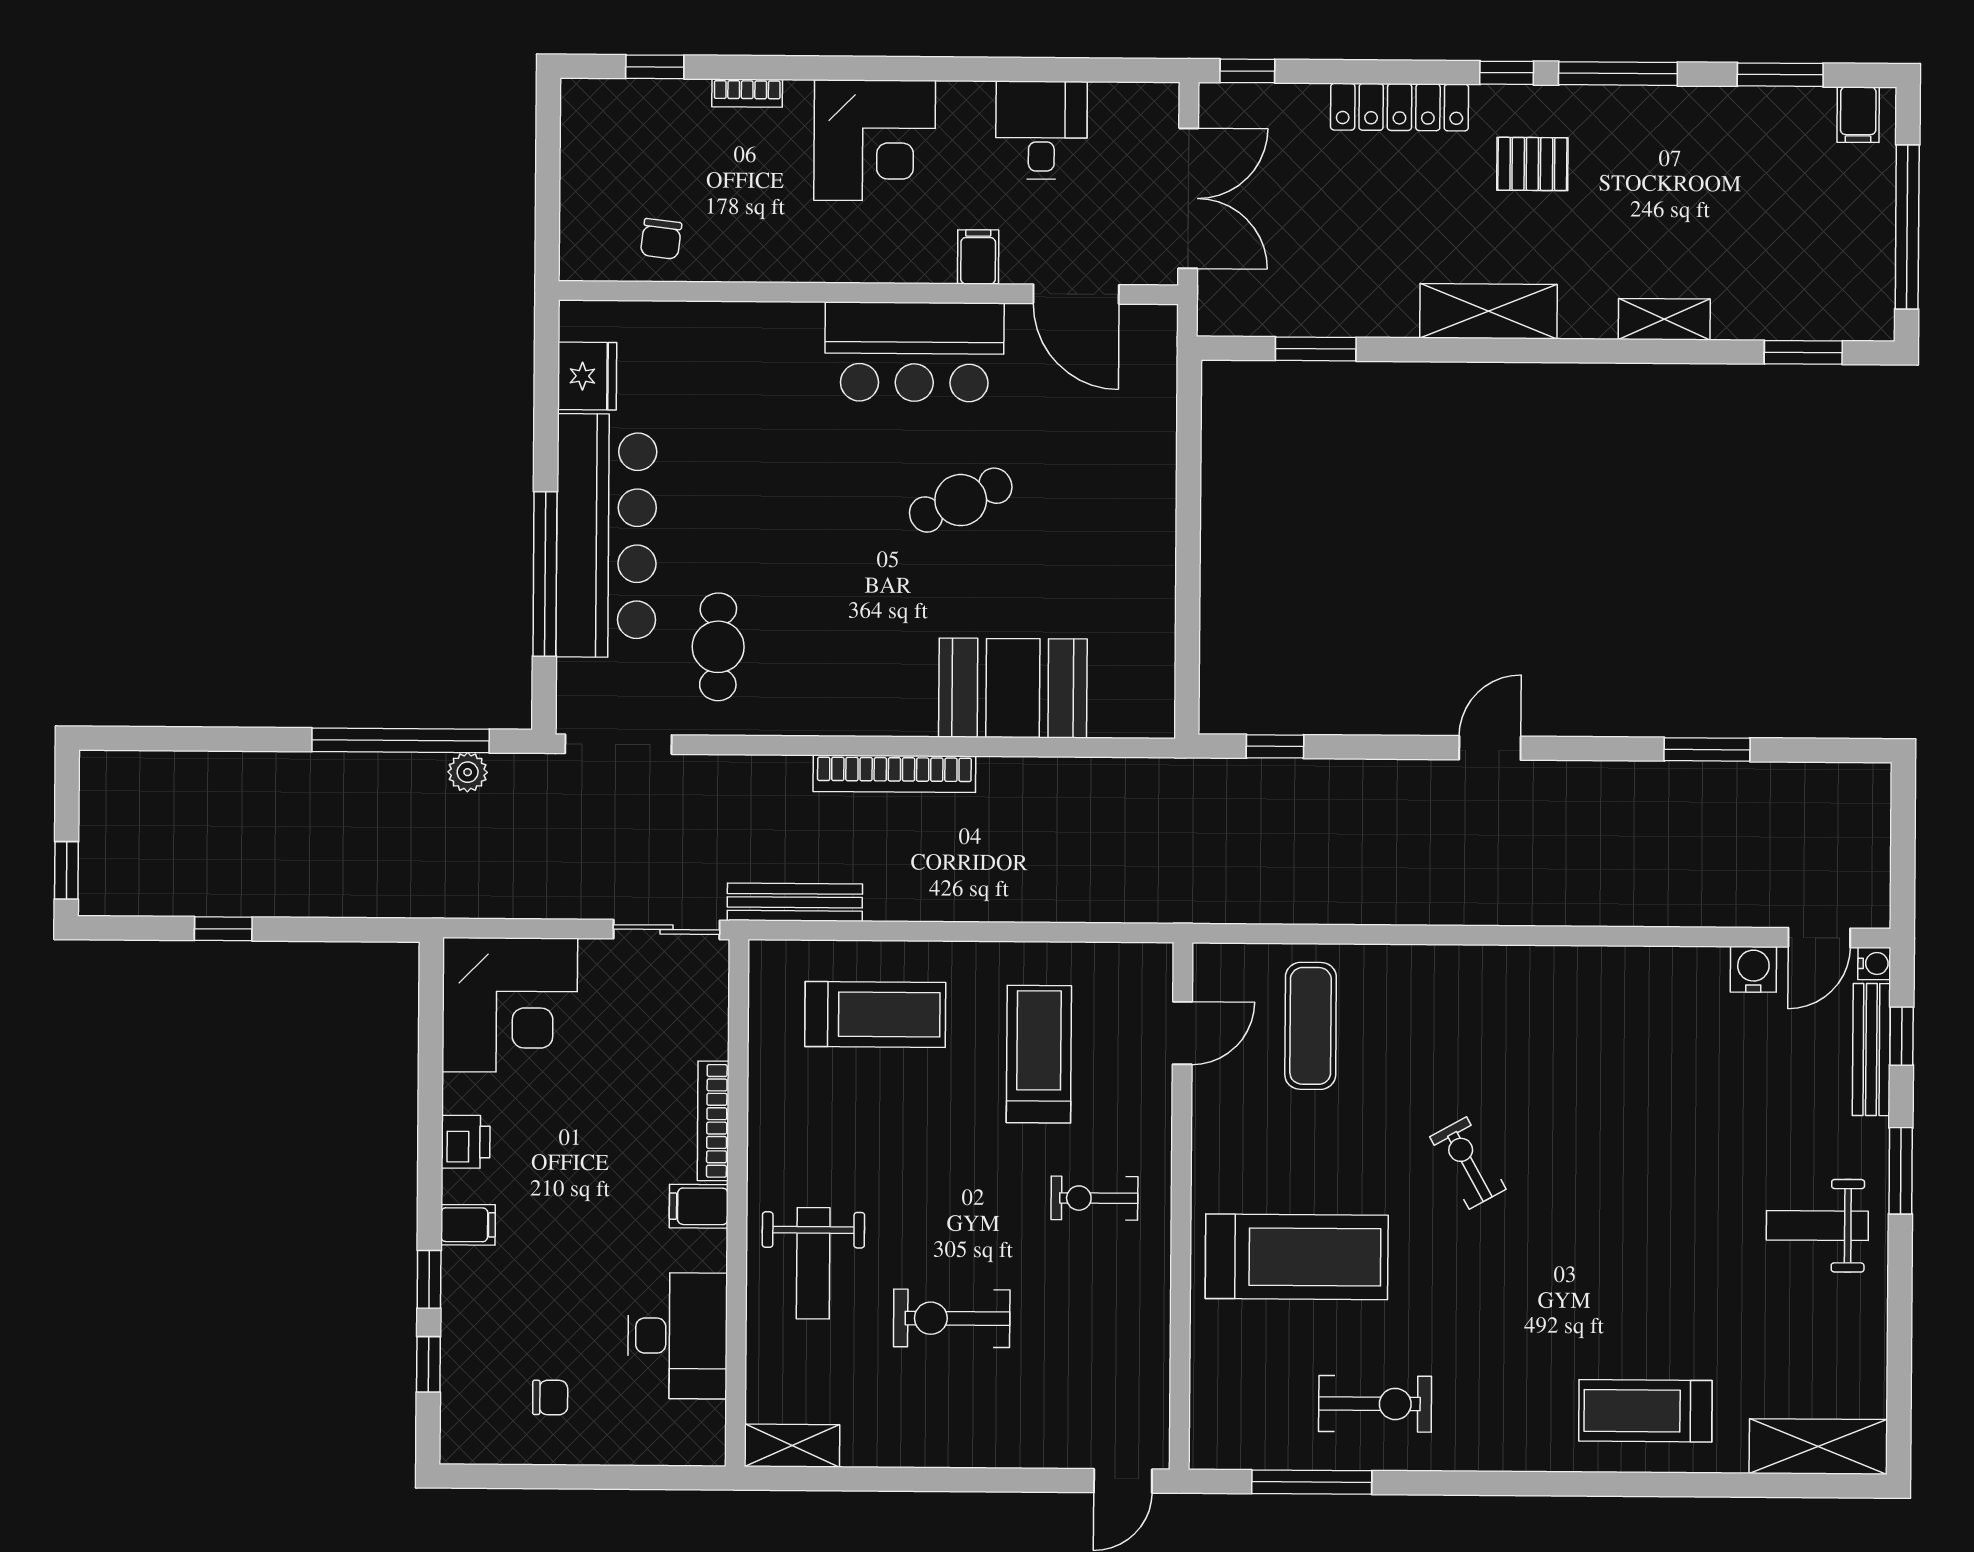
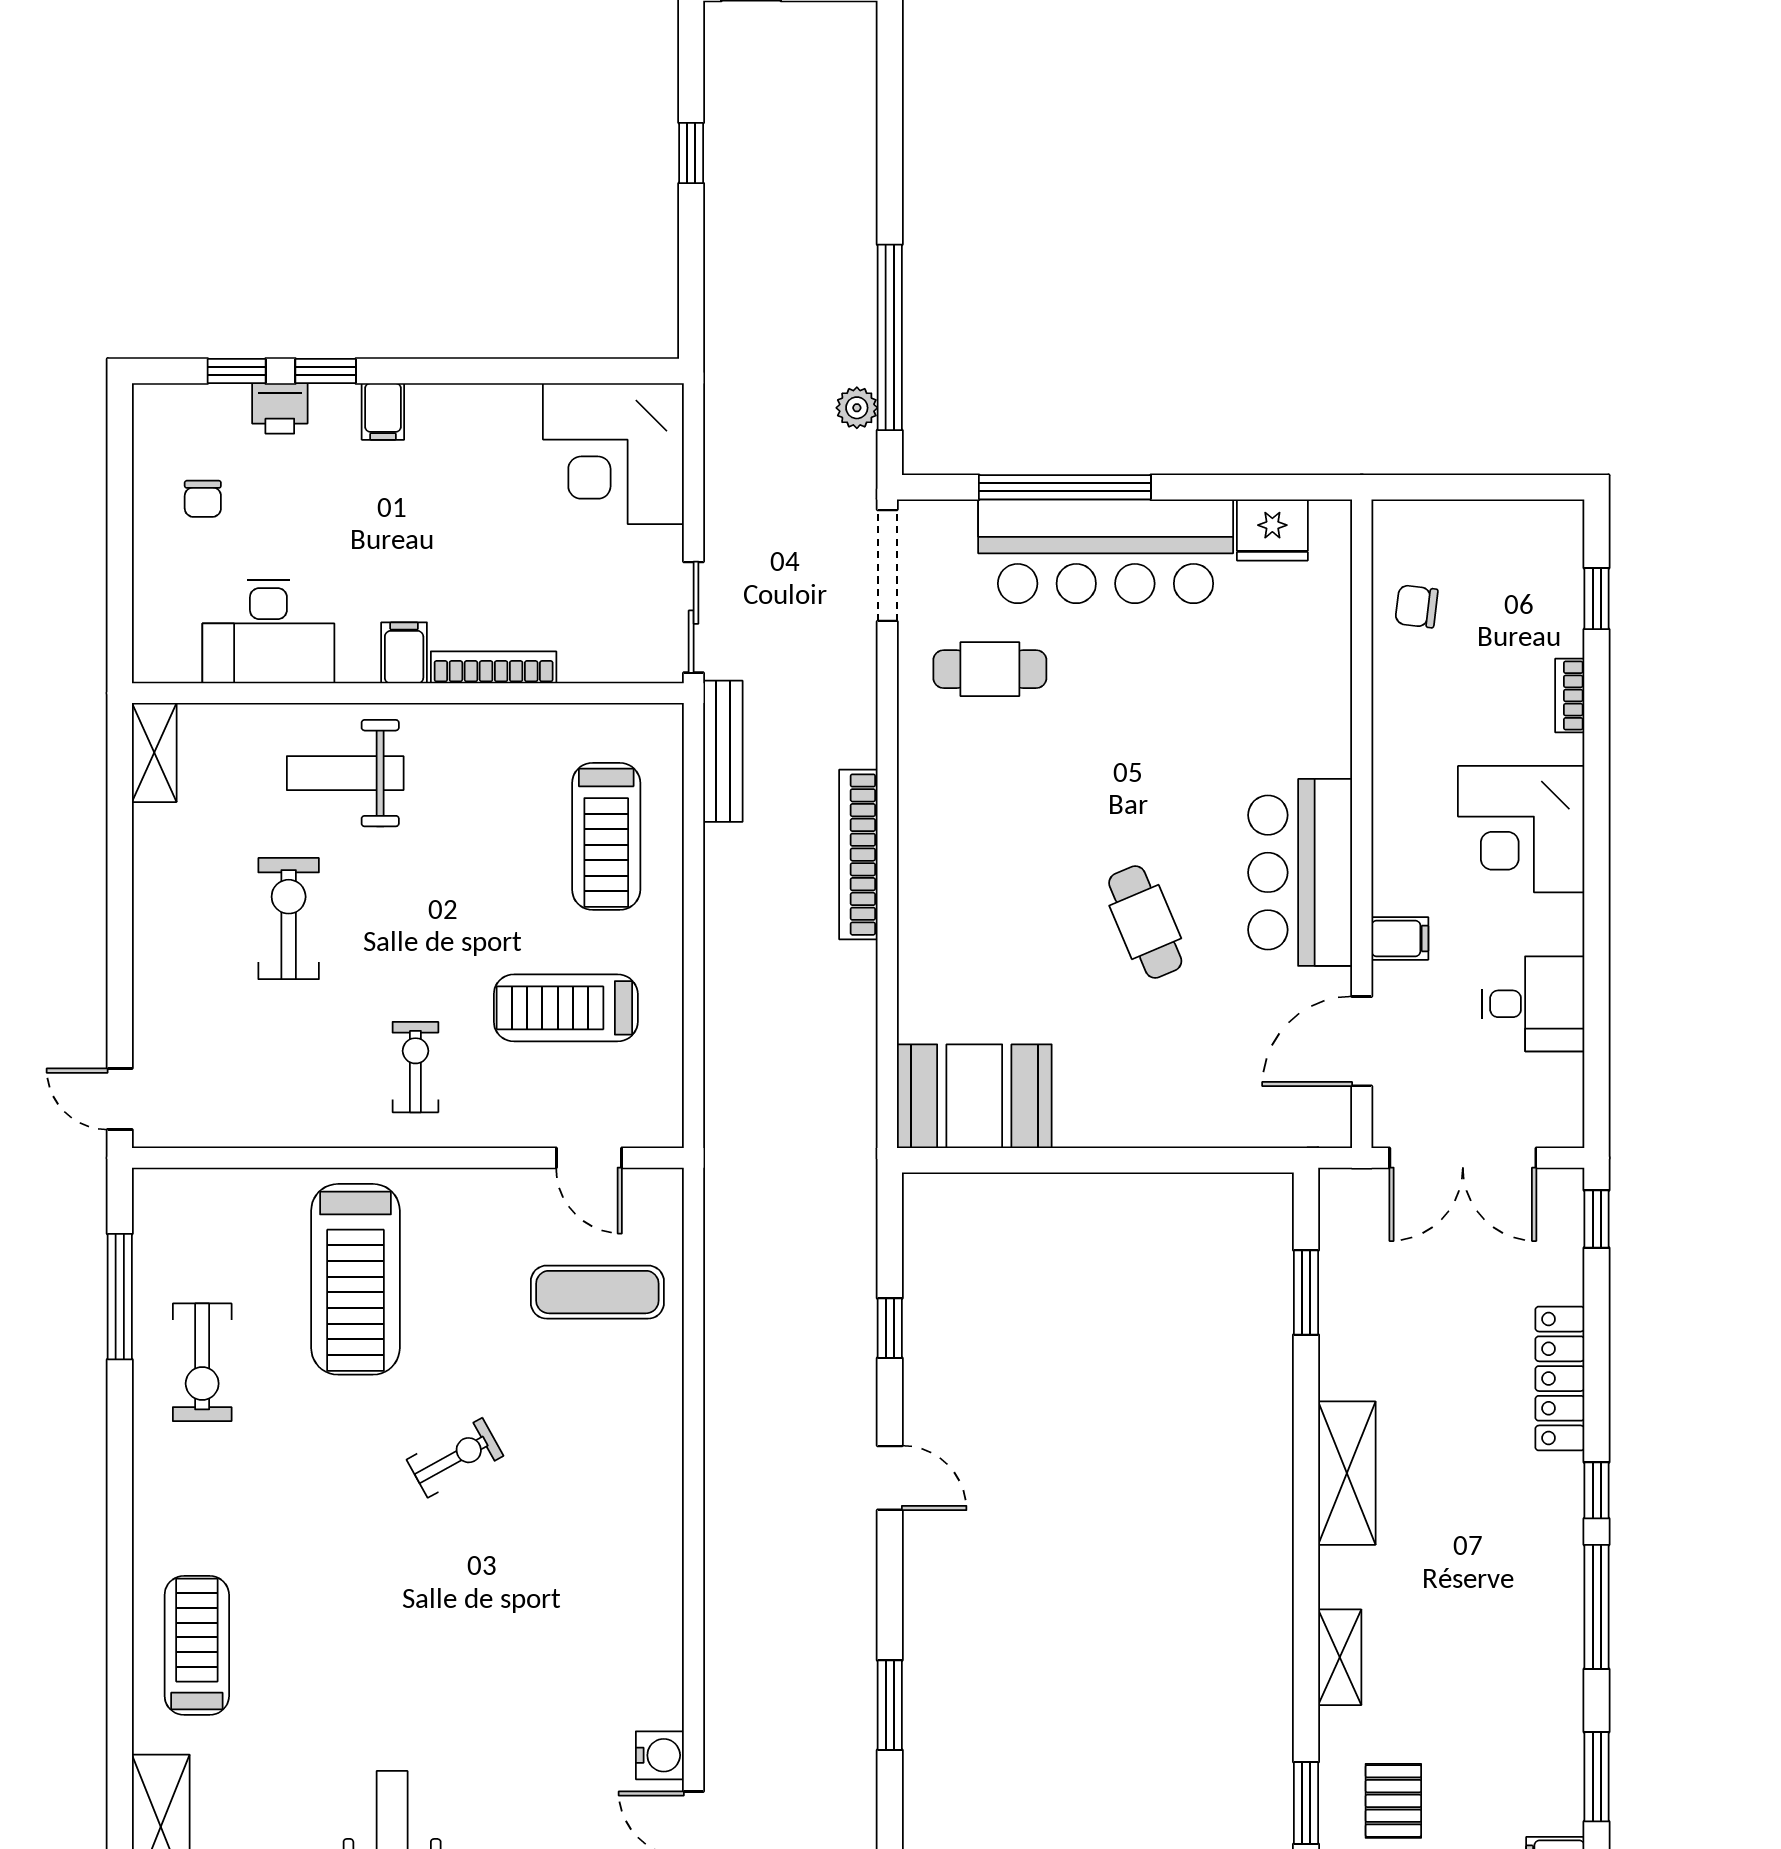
pallet: (1532, 164) -> (1393, 1801), moved
booth: (1013, 688) -> (974, 1096), moved, turned 90
window: (1275, 746) -> (890, 1328), moved
treadmill: (1039, 1054) -> (566, 1008), turned 180
printer: (466, 1142) -> (280, 408), moved

